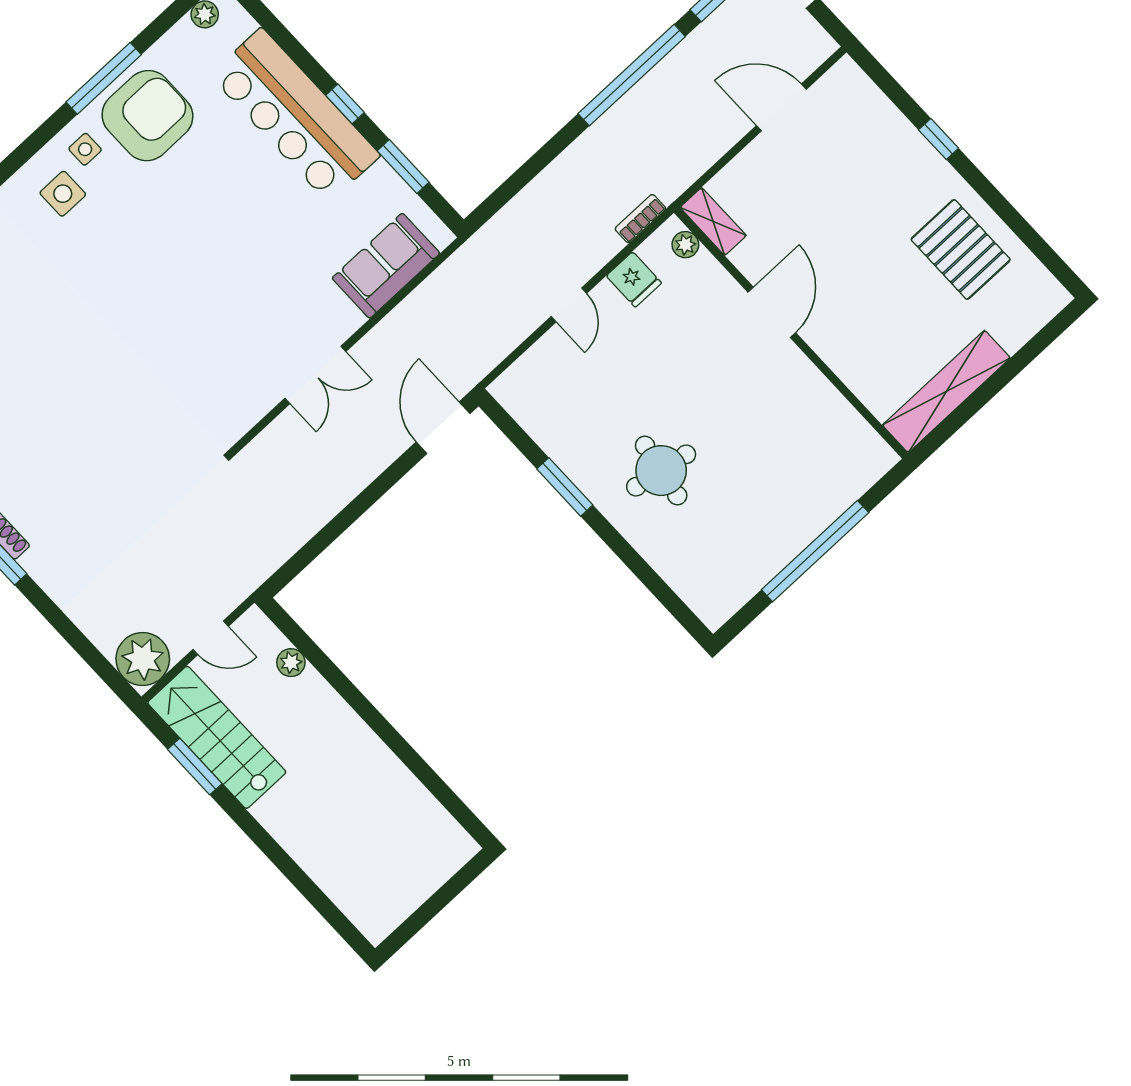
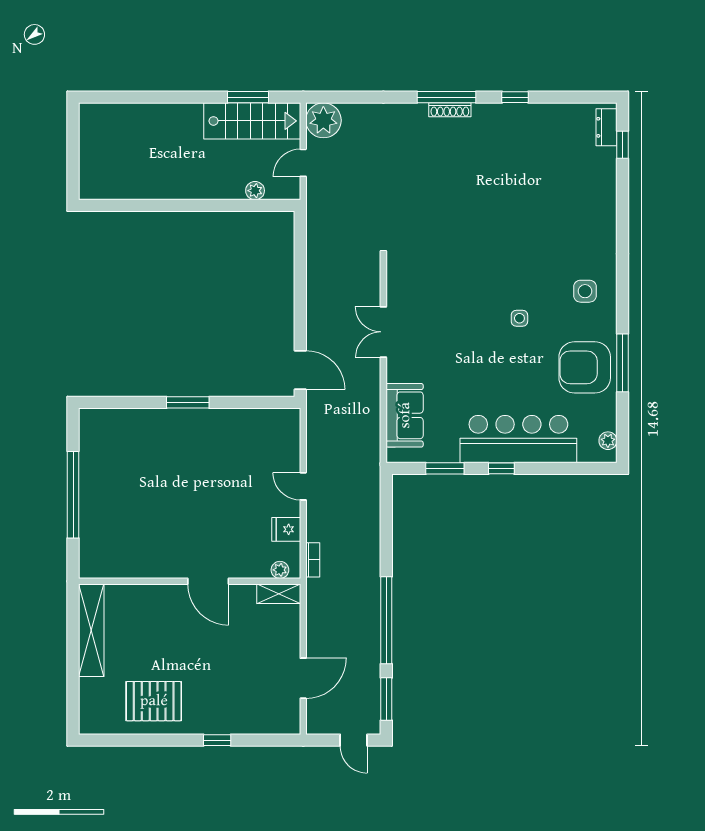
armchair: (147, 116) -> (585, 367), turned 90
side table: (85, 149) -> (519, 318), moved
round table: (661, 471) -> (181, 456), removed
window: (565, 487) -> (188, 402), moved

